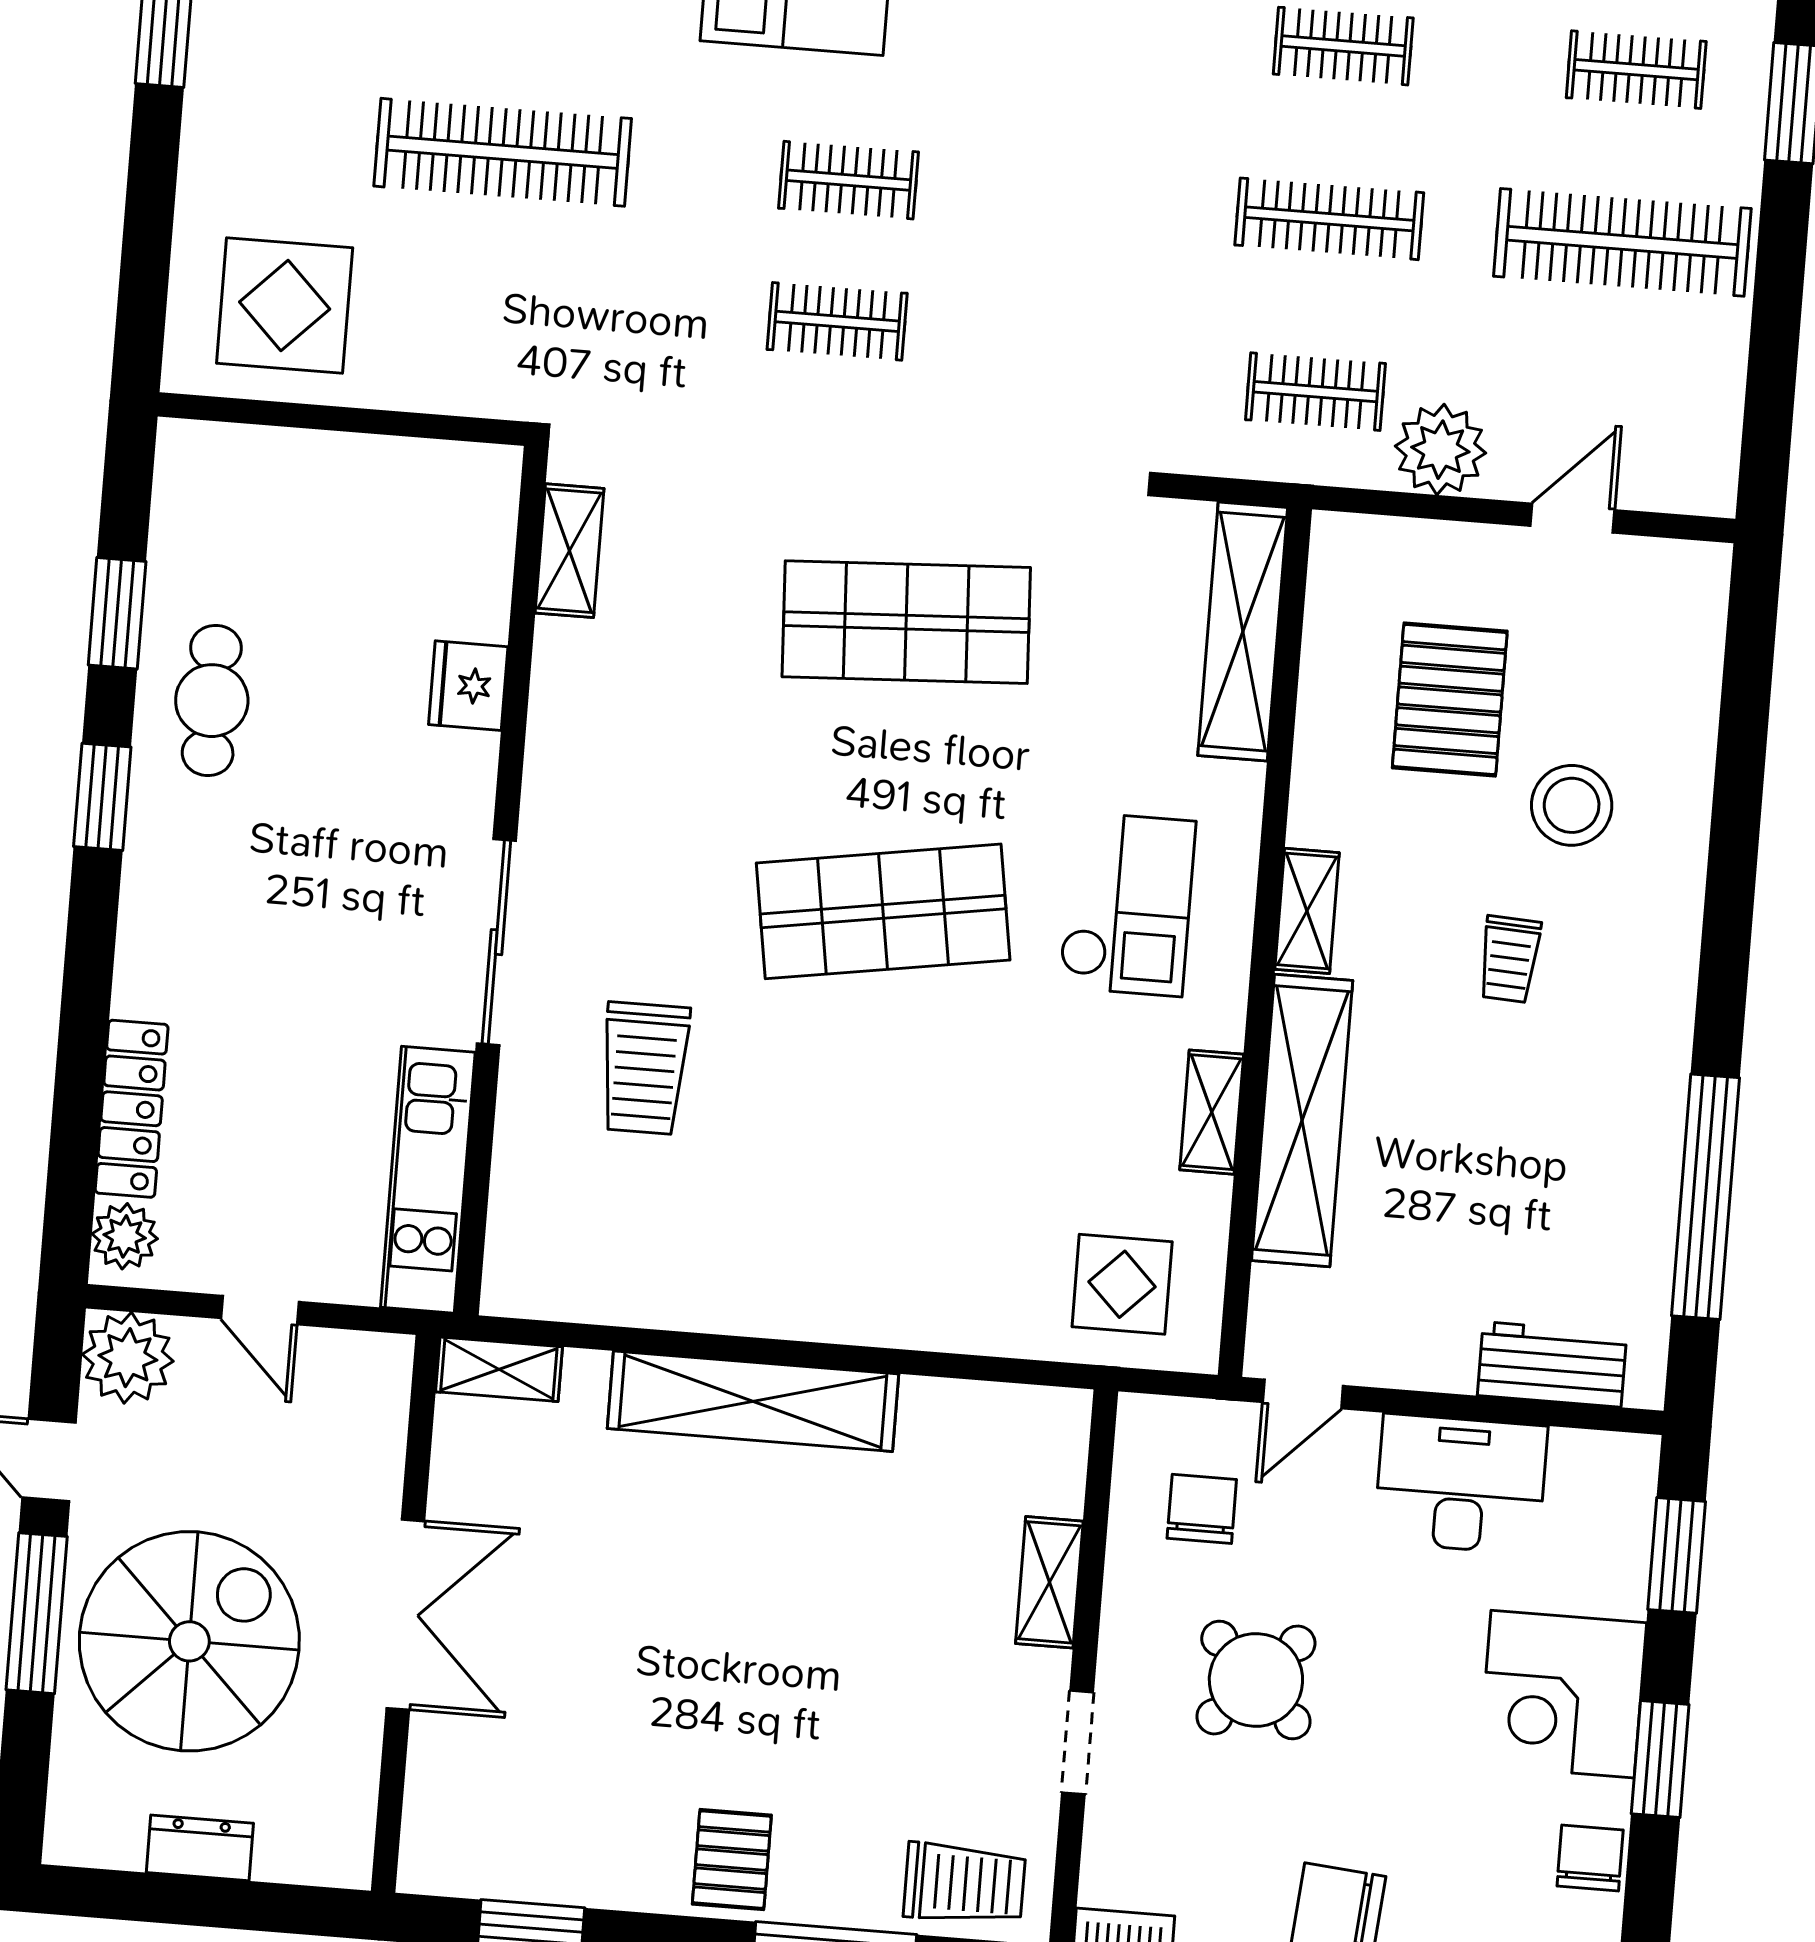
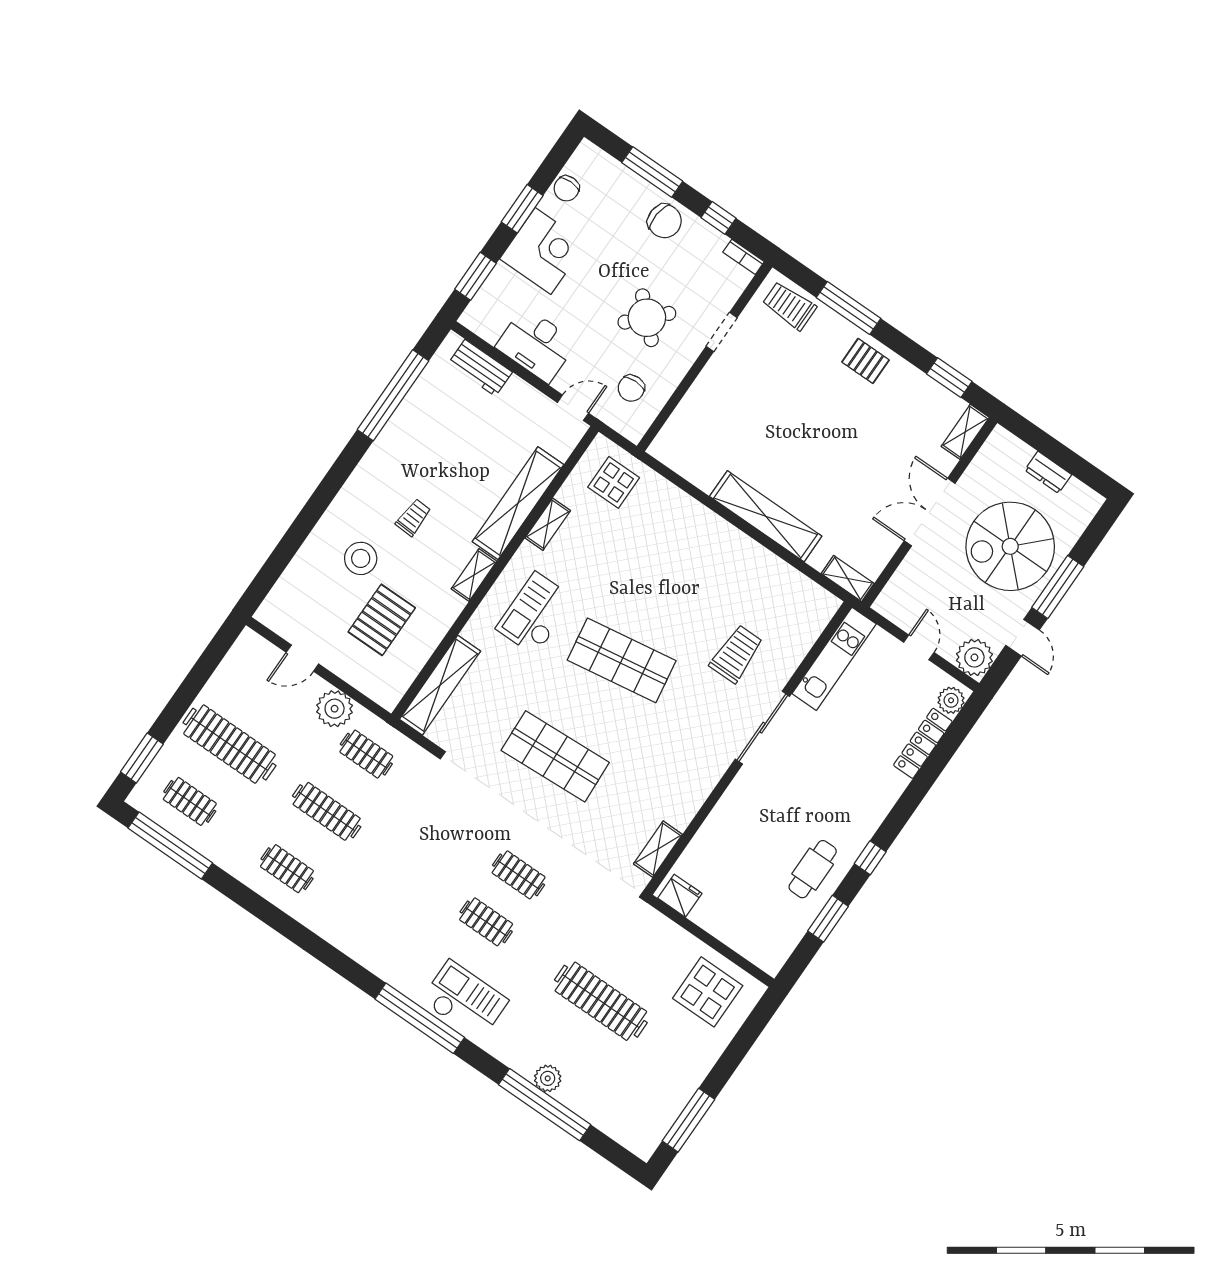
fridge: (468, 686) -> (680, 896), moved, turned -90
window: (102, 797) -> (870, 858), width x0.67
shelving: (1049, 1582) -> (965, 432), moved
pallet: (732, 1860) -> (865, 361), turned 90

